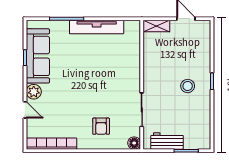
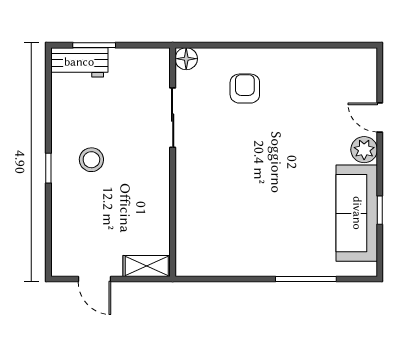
tv unit: (97, 27) -> (253, 264), removed
workbench: (167, 141) -> (79, 62), moved
bookcase: (51, 144) -> (333, 58), removed

